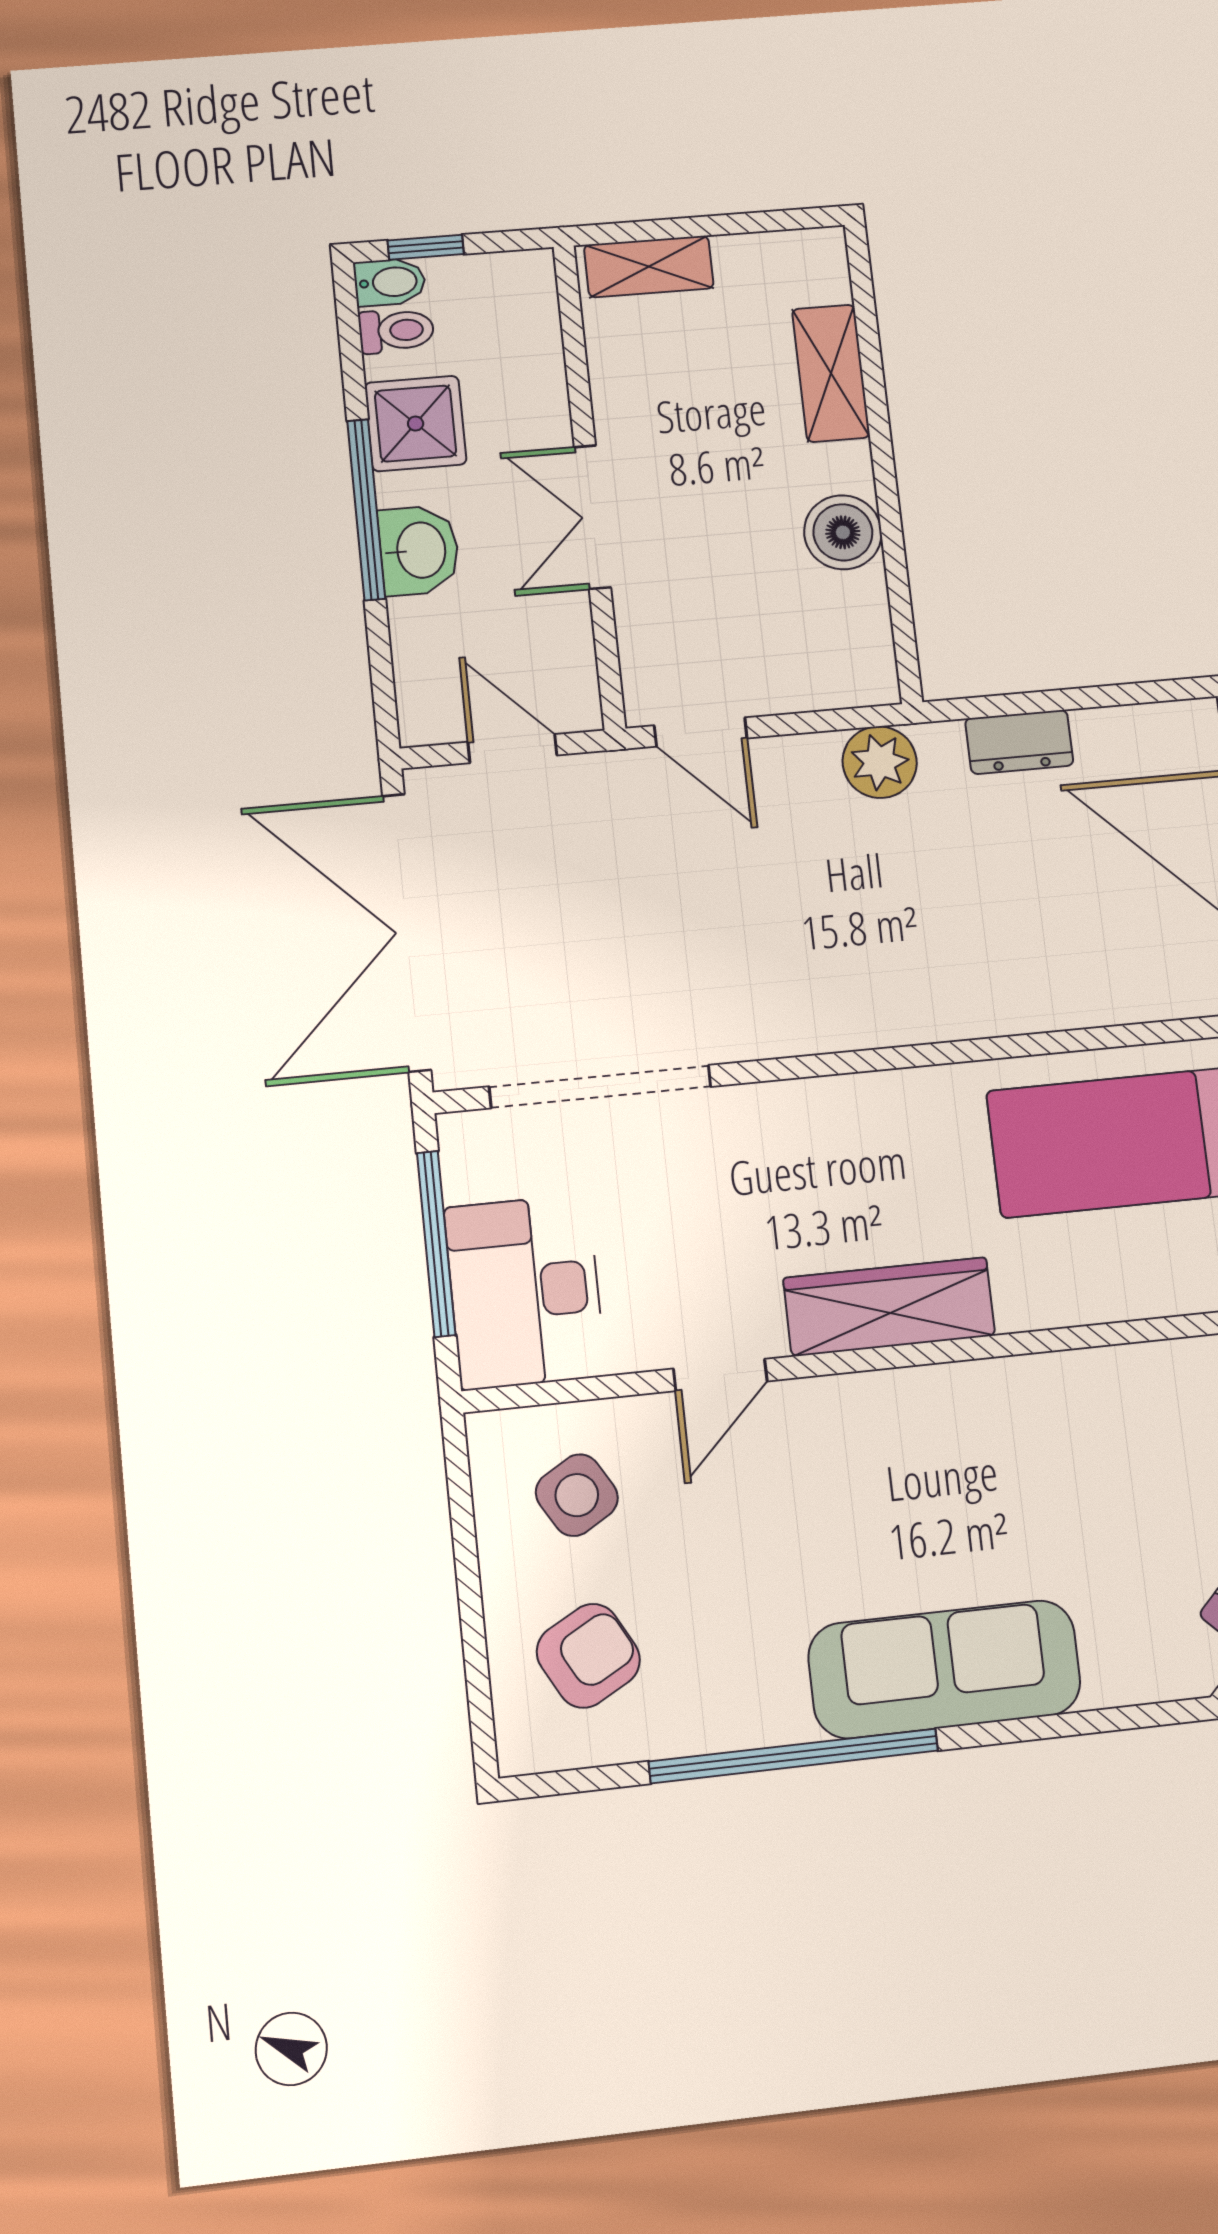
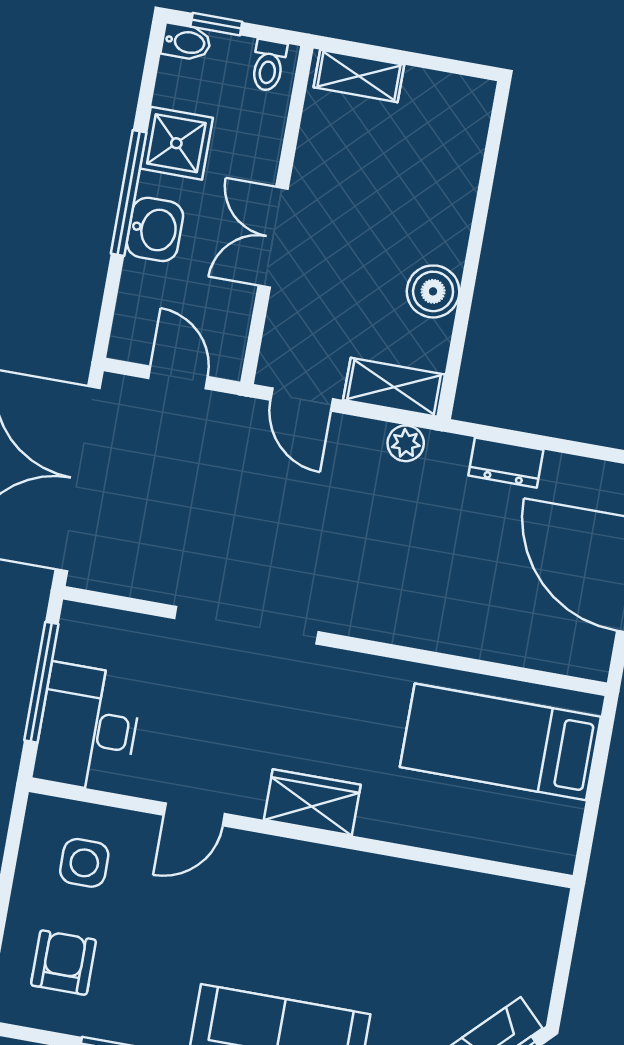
toilet: (396, 331) -> (268, 65), moved, turned 90
shelving: (831, 373) -> (394, 387), moved, turned 90
plant: (880, 762) -> (406, 443), width x0.73, depth x0.73
doorway: (600, 1087) -> (246, 625), moved
wardrobe: (889, 1307) -> (312, 802), width x0.67
side table: (577, 1495) -> (84, 863), turned 31
armchair: (588, 1656) -> (64, 963), turned -61

